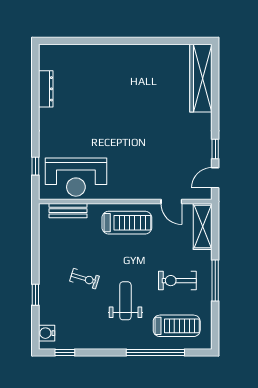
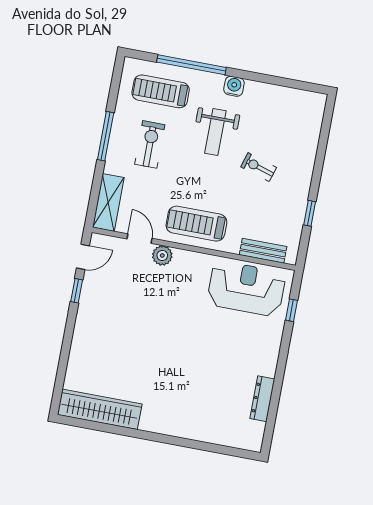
wardrobe: (201, 78) -> (100, 409), moved, turned -90
plant: (150, 191) -> (162, 255), added
exercise bike: (177, 281) -> (150, 144), turned -90
window: (35, 295) -> (310, 213), moved
water cooler: (47, 333) -> (234, 86), moved, turned -90
window: (65, 352) -> (298, 85), removed

